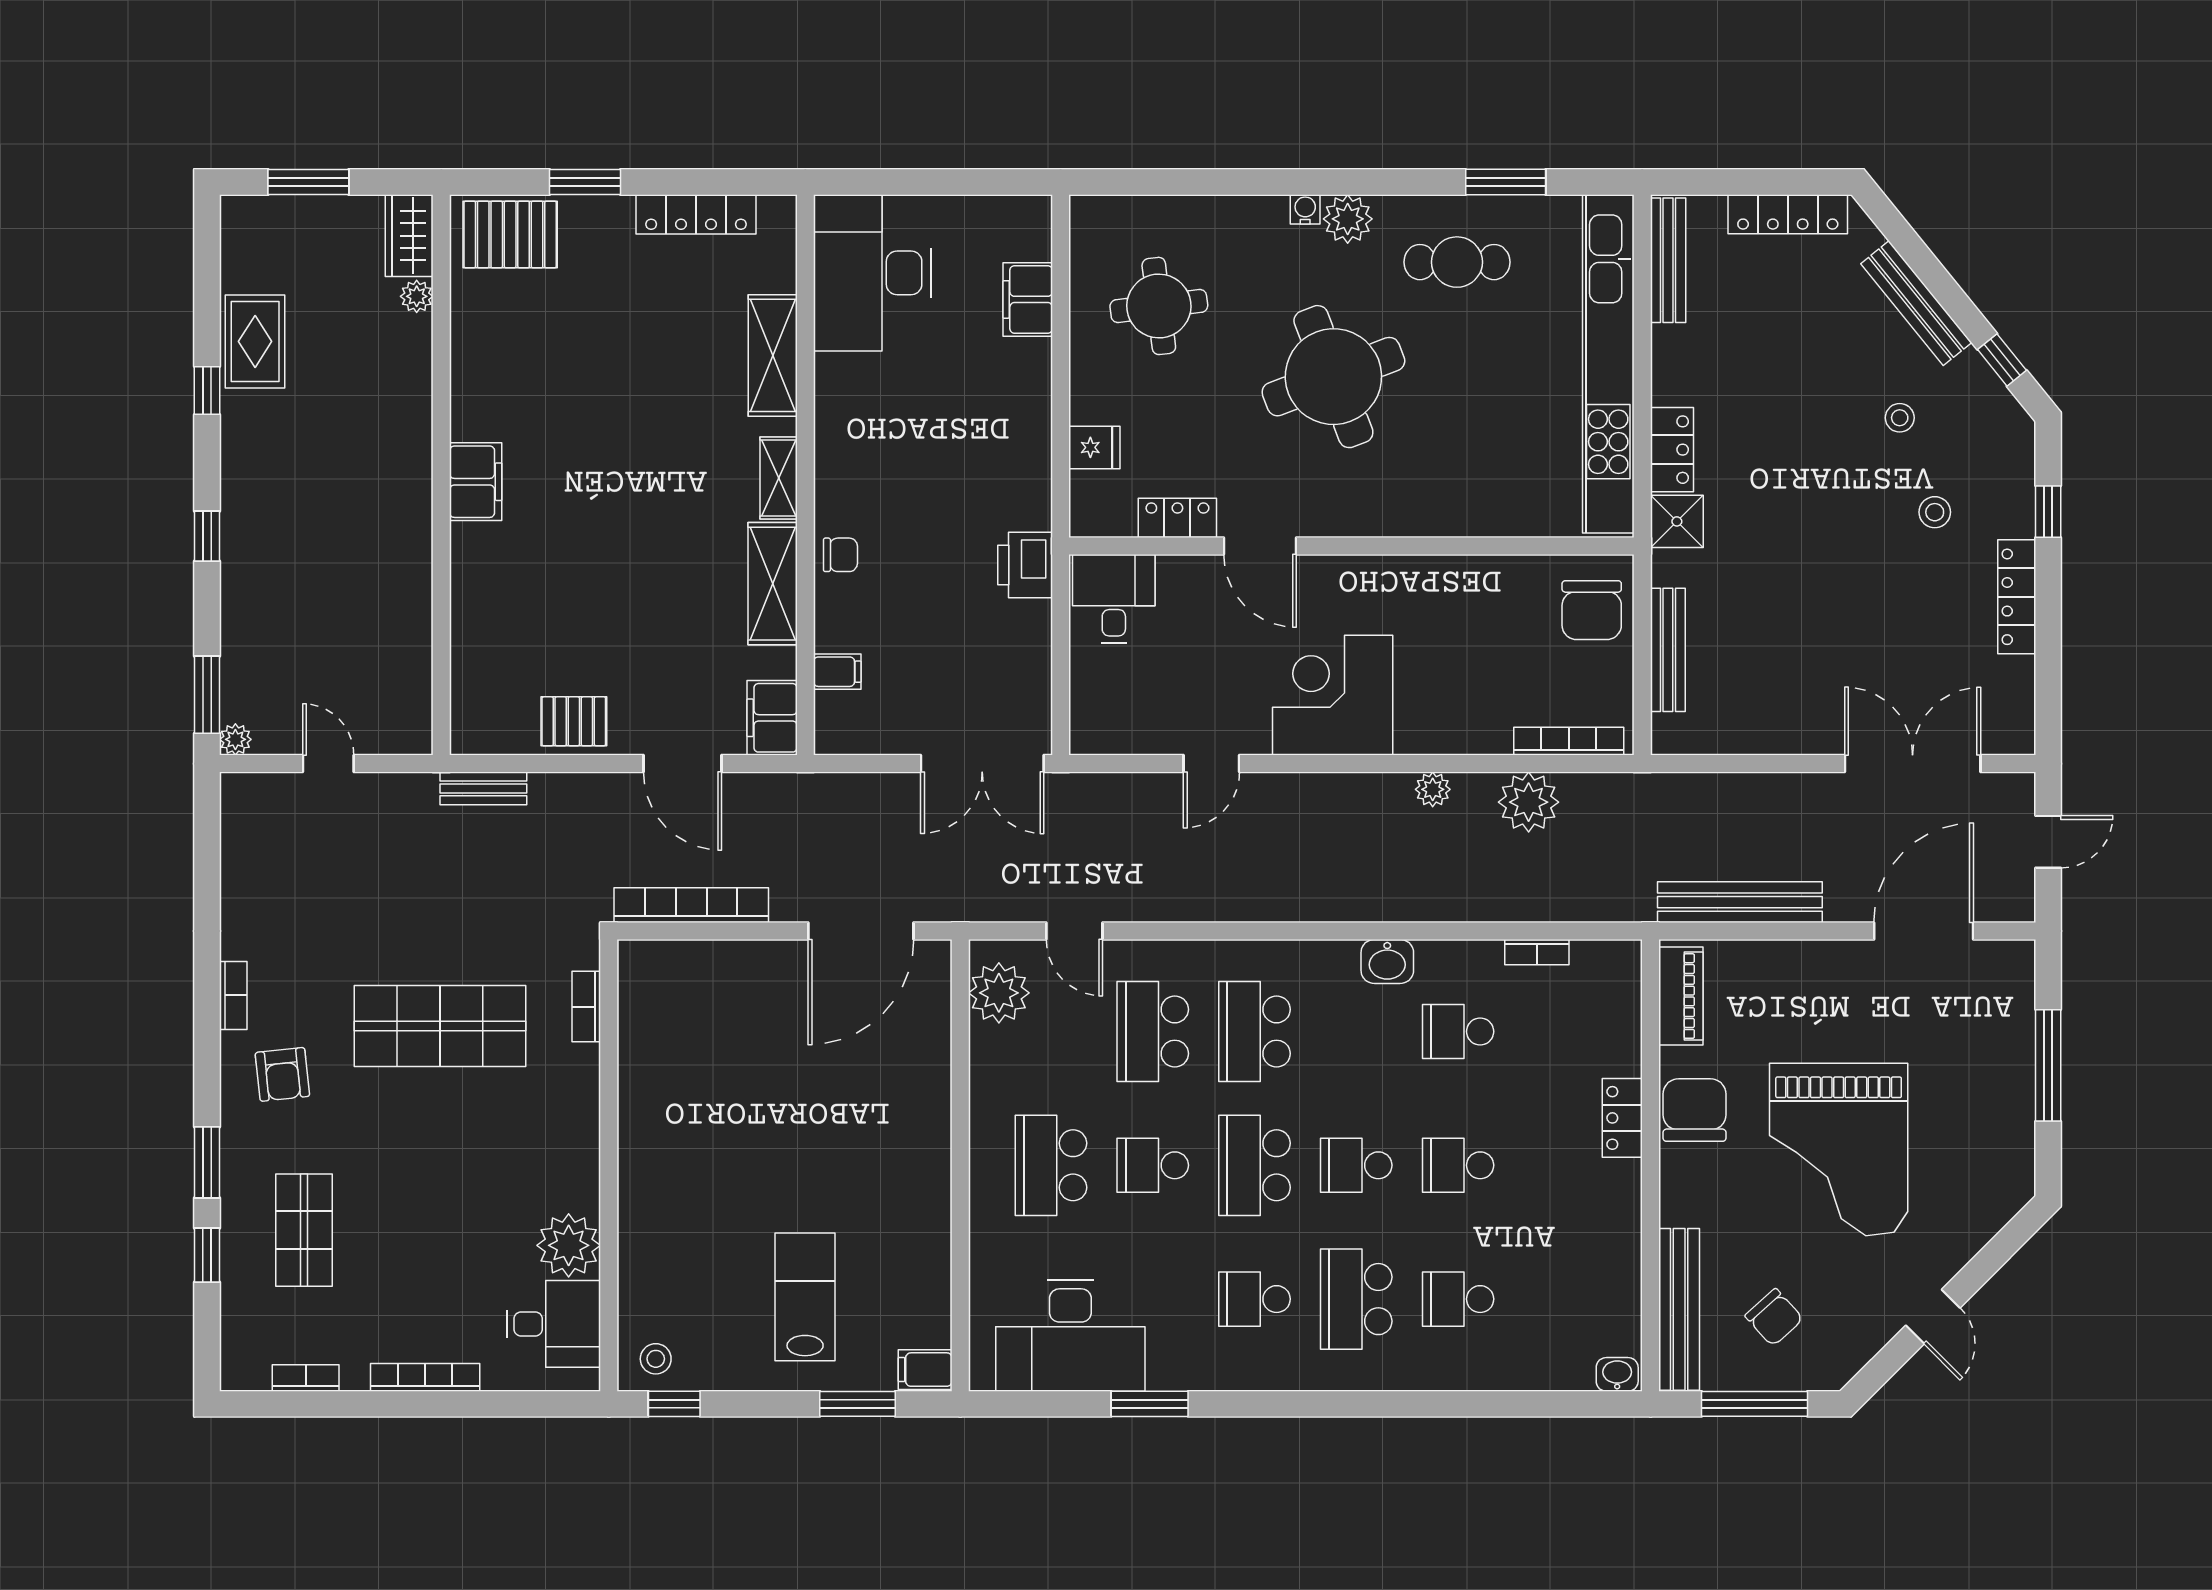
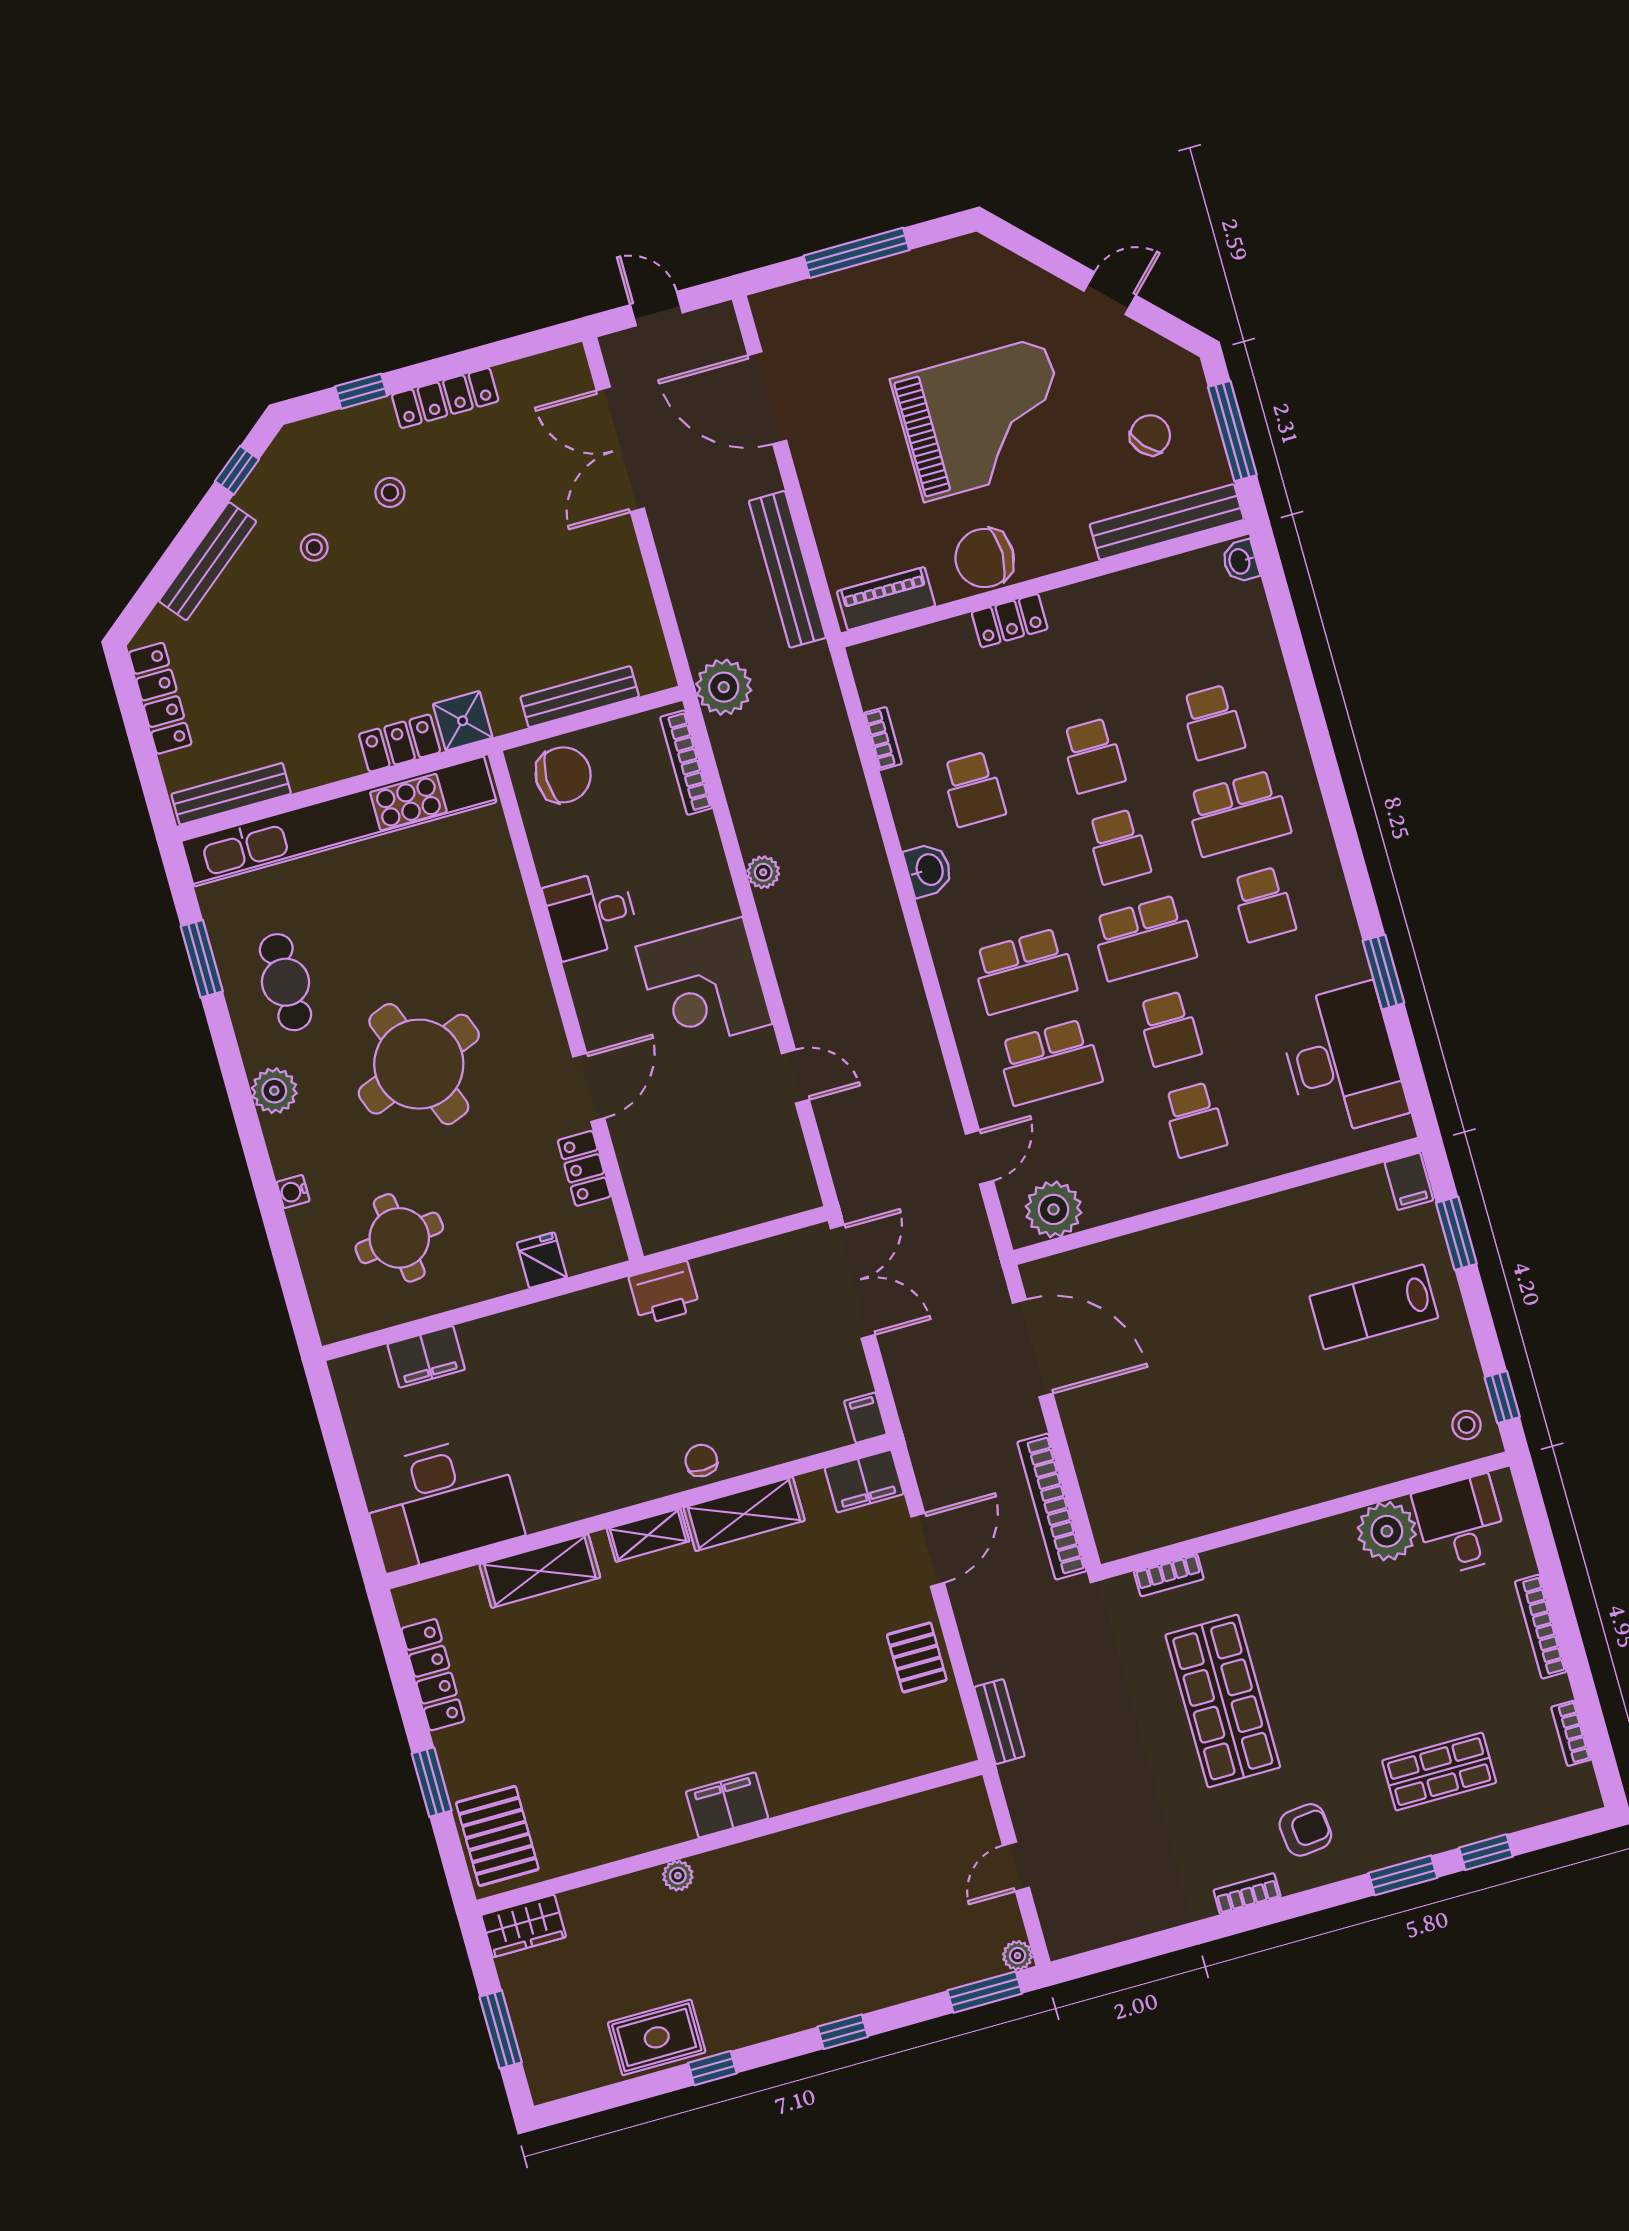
water cooler: (1305, 209) -> (293, 1192), moved
plant: (417, 296) -> (678, 1876), moved
desk: (1114, 599) -> (591, 914), moved
filing cabinet: (837, 672) -> (866, 1418), moved
plant: (1529, 802) -> (724, 687), moved
school desk: (1051, 1165) -> (1195, 1120), width x0.54

